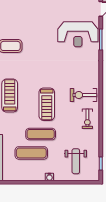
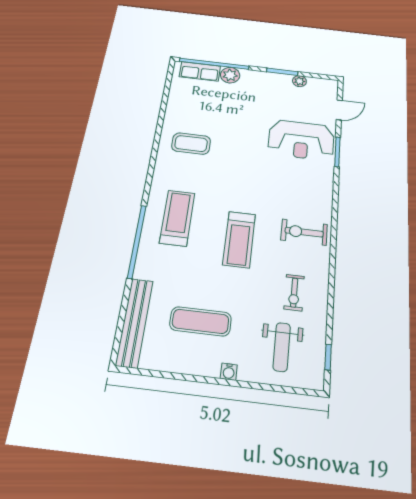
exercise bike: (87, 119) -> (294, 293), moved
exercise mat: (41, 134) -> (222, 289), removed

